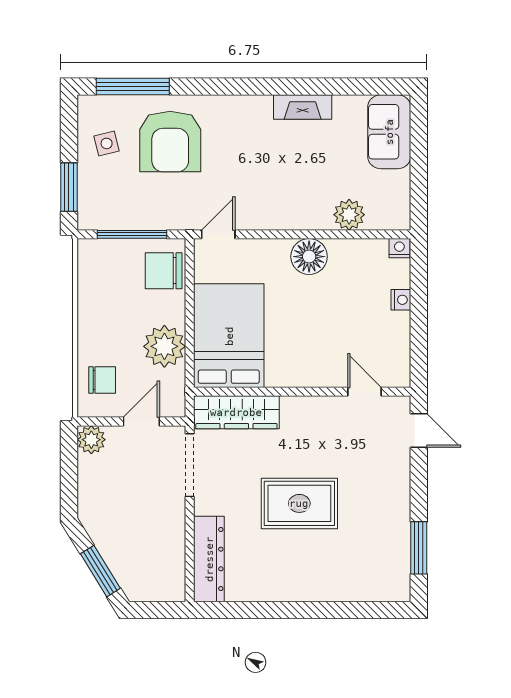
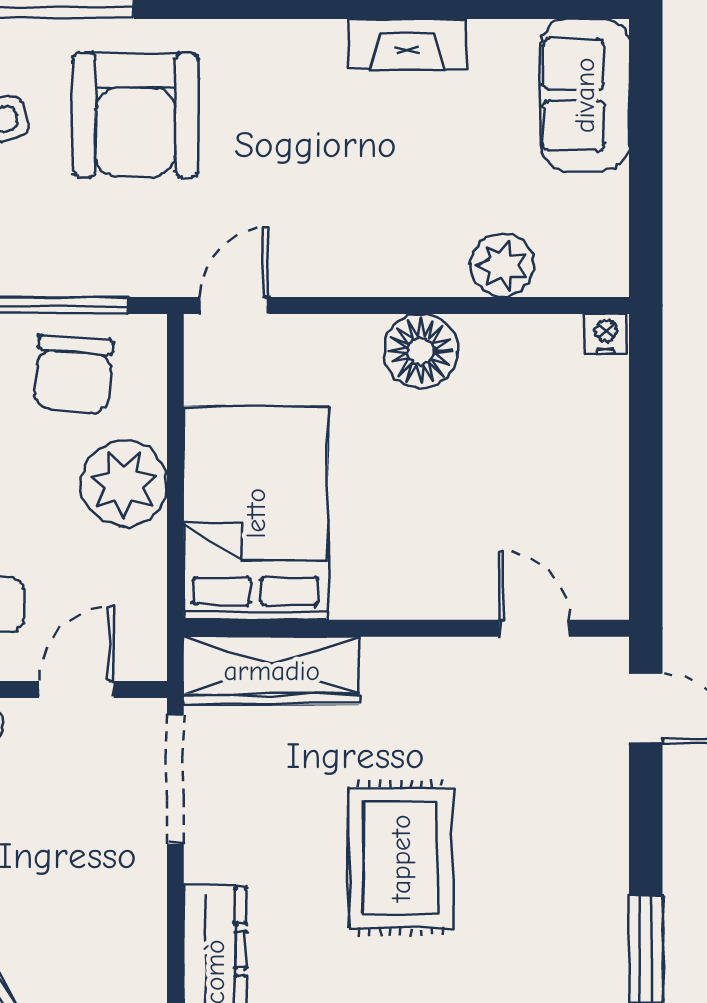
chair: (164, 271) -> (73, 375), moved, turned -85
nightstand: (401, 300) -> (609, 440), removed
plant: (164, 346) -> (124, 484), moved
rug: (299, 503) -> (401, 858), turned 90

